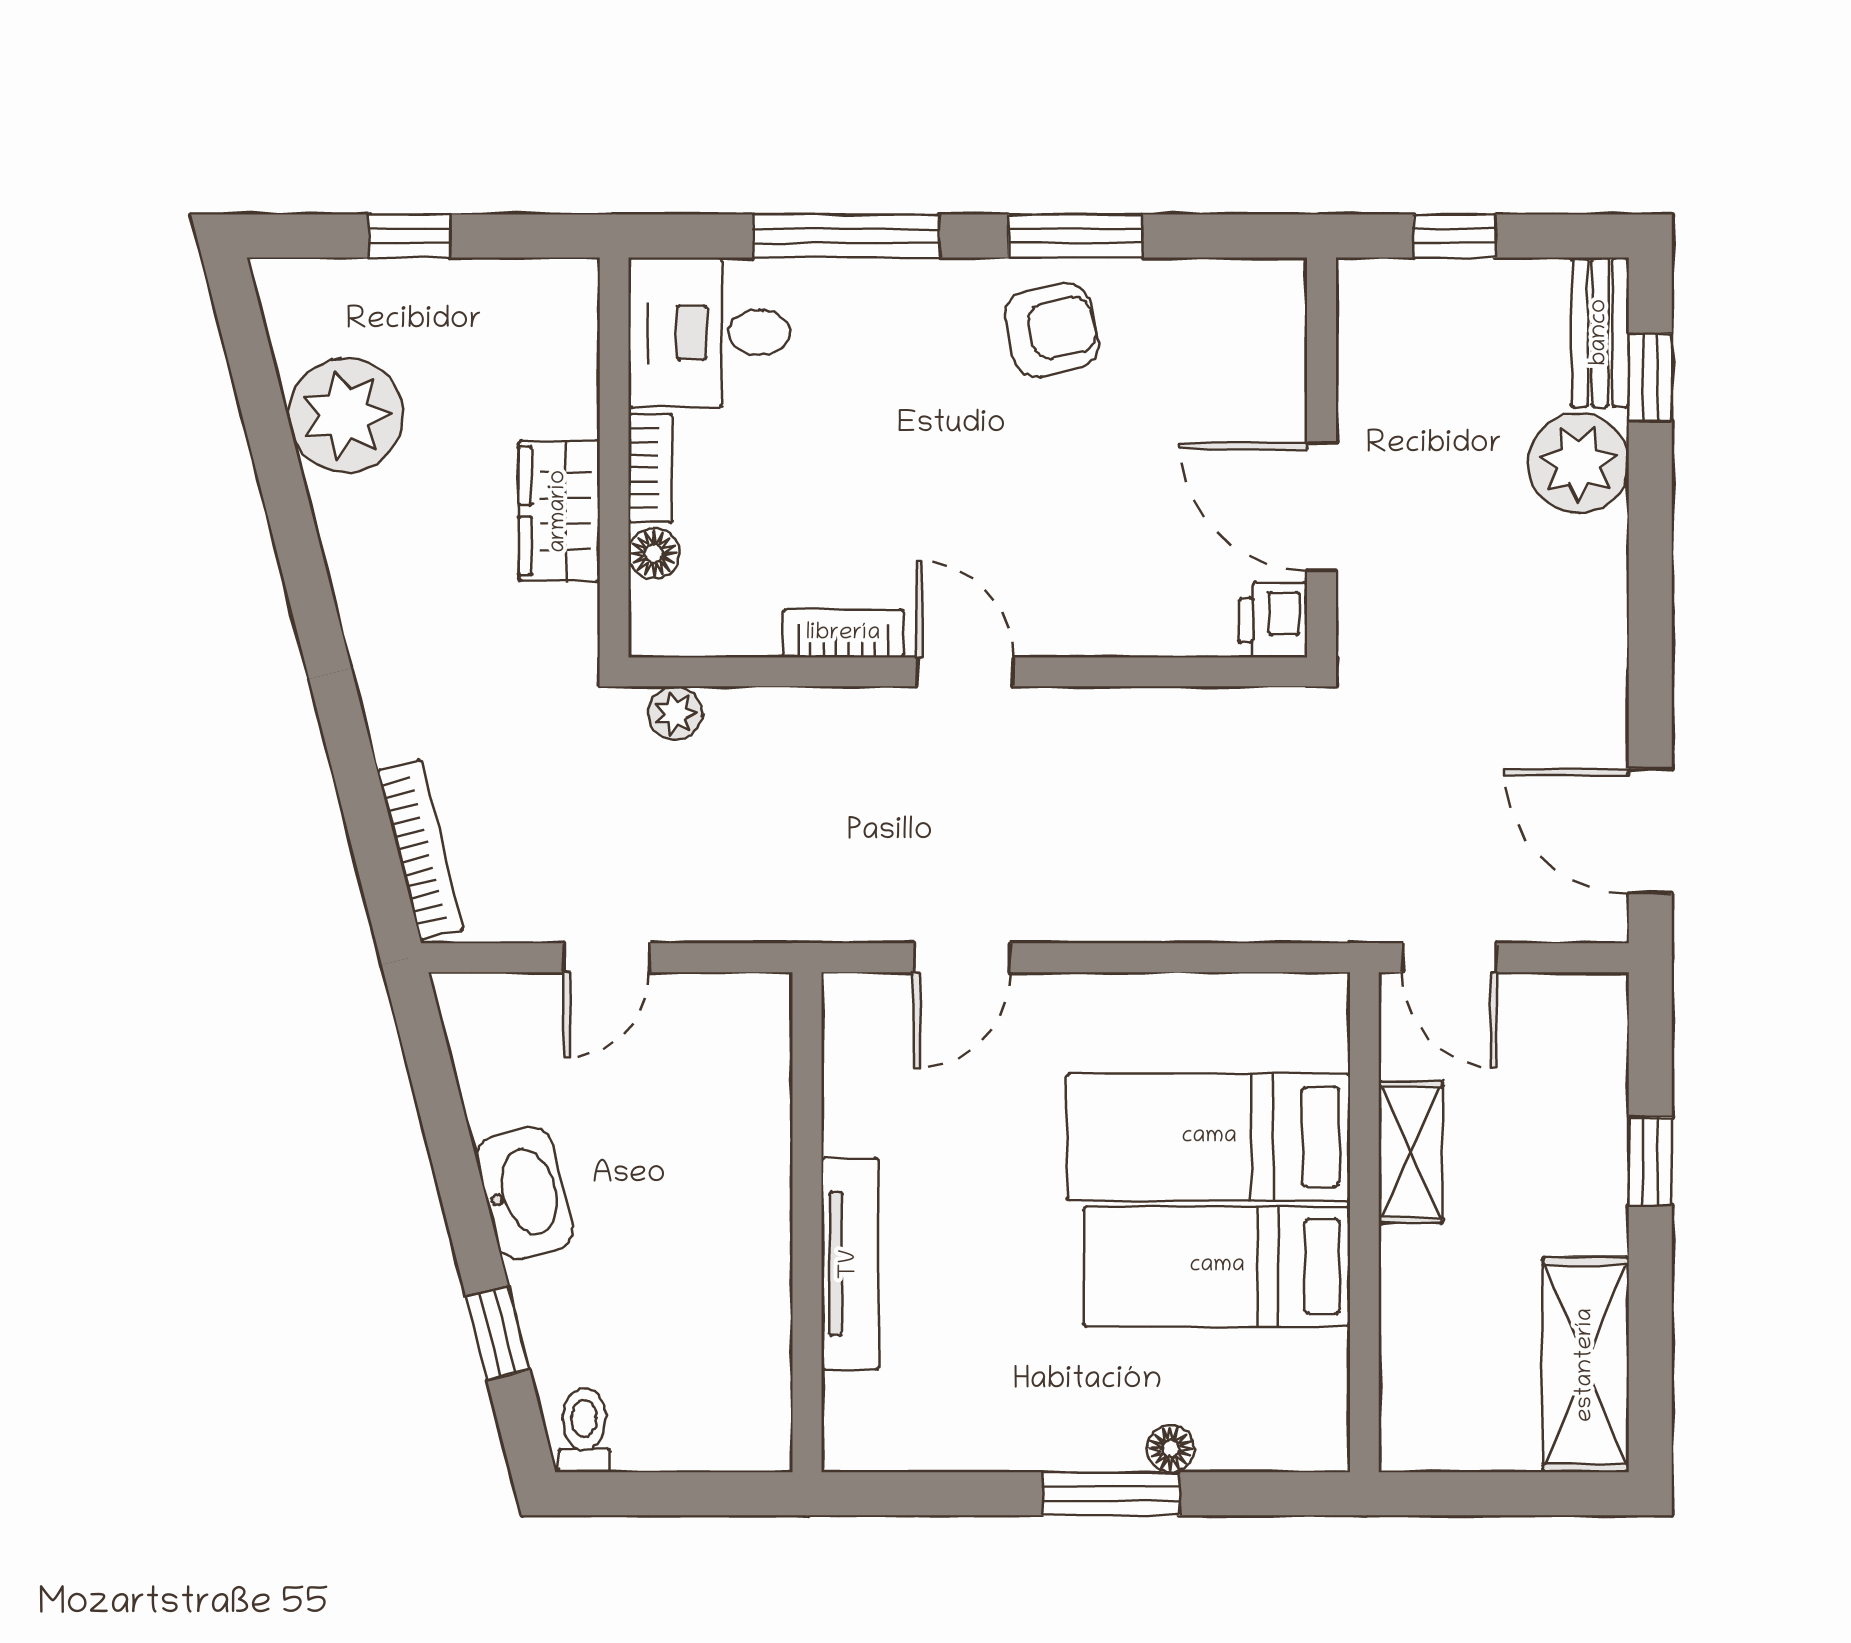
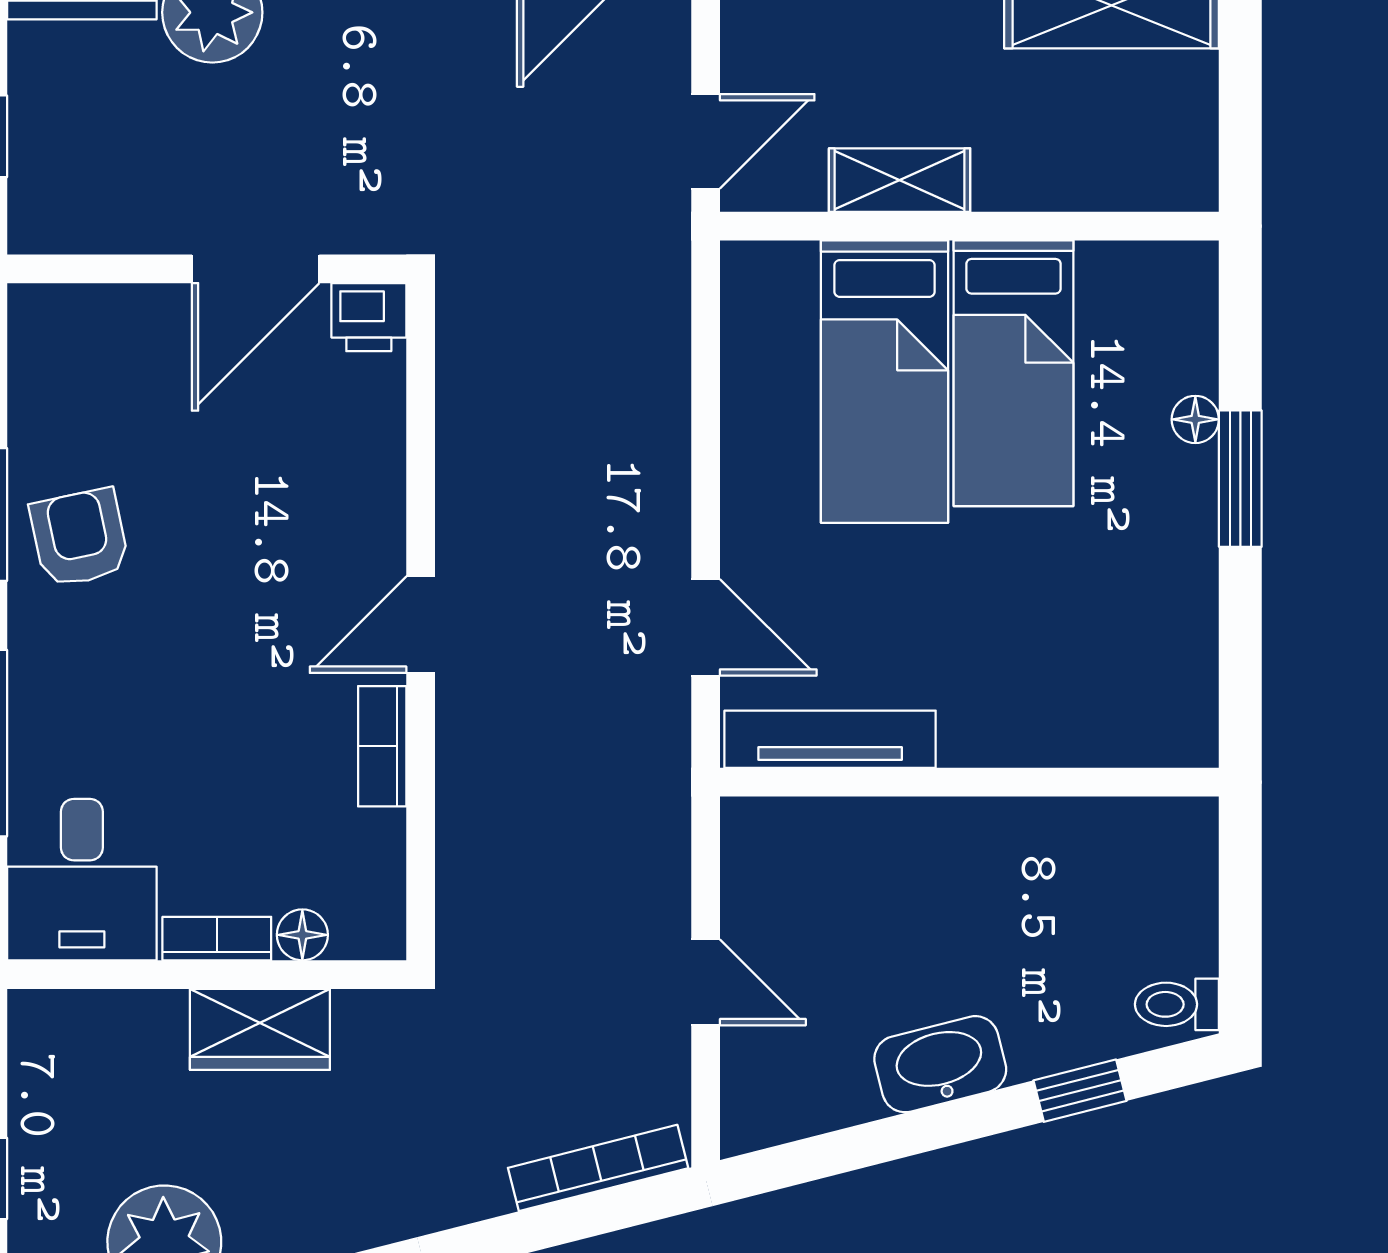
plant: (675, 713) -> (462, 914), removed
tv unit: (850, 1264) -> (830, 739), moved

